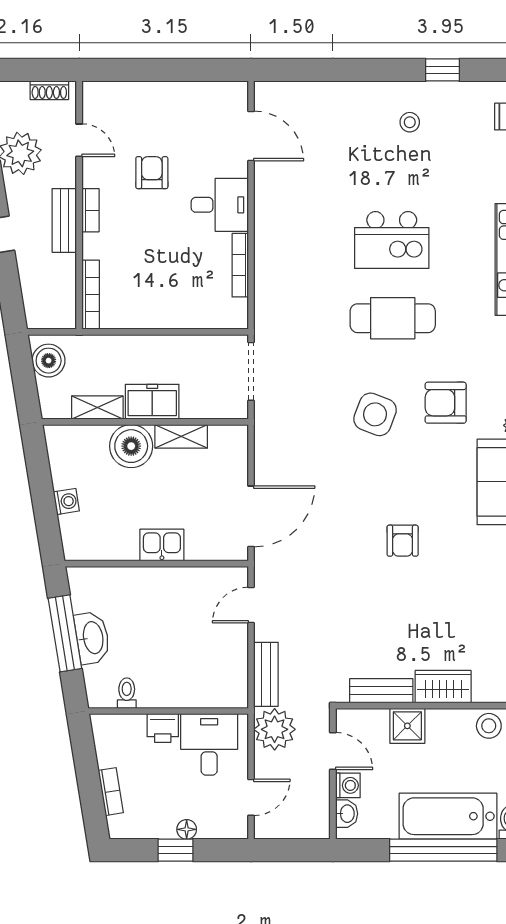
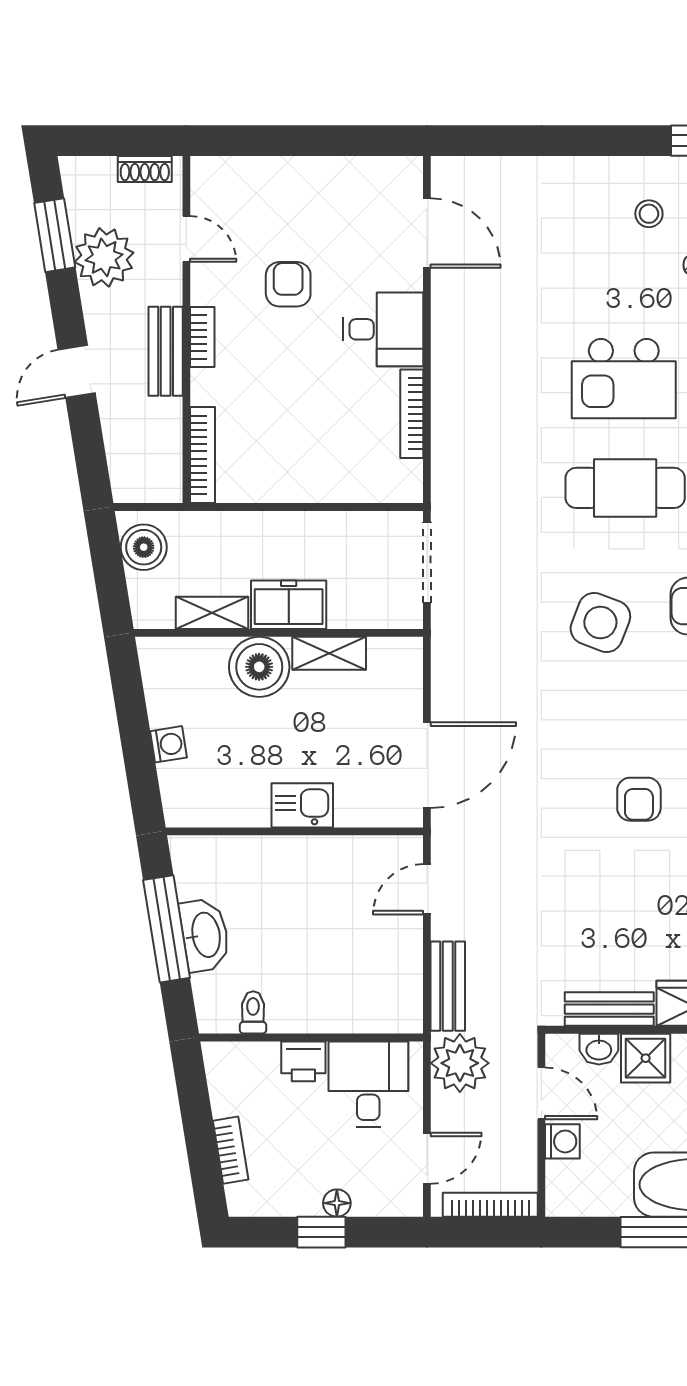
washbasin: (347, 814) -> (599, 1049), moved, turned 90
bookcase: (296, 831) -> (490, 1205), added

